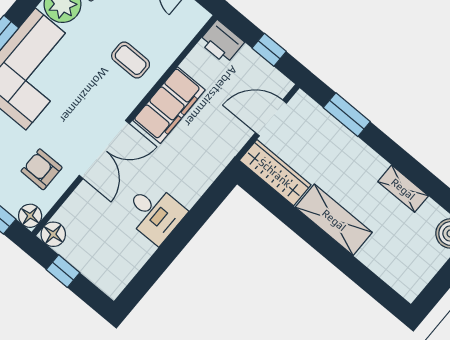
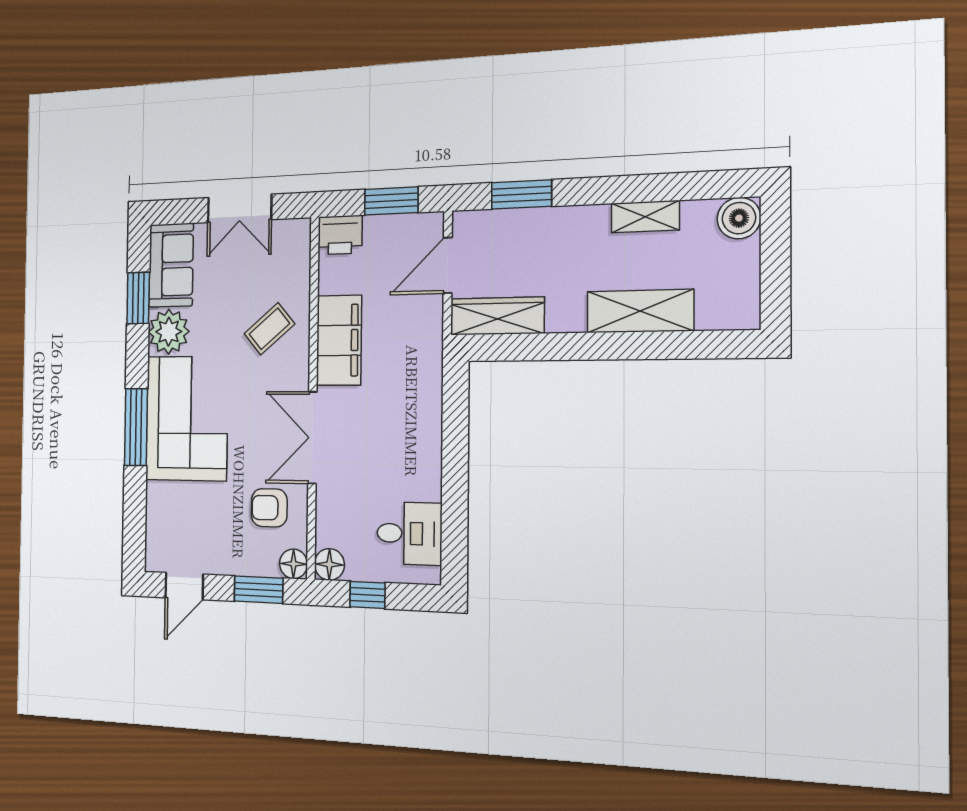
window: (269, 50) -> (391, 201), width x1.50
coffee table: (131, 60) -> (269, 329), turned -40
double door: (104, 150) -> (312, 438), swing flipped
desk: (154, 213) -> (409, 533), moved
shelving: (334, 220) -> (640, 311), moved

